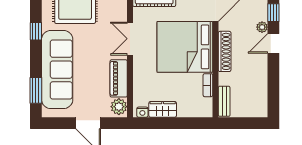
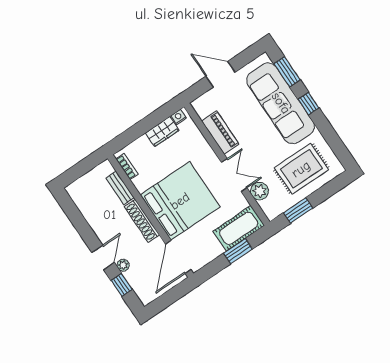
window: (36, 31) -> (309, 104), moved
bookcase: (208, 85) -> (127, 167), moved
bench: (224, 101) -> (120, 188), moved
plant: (119, 107) -> (260, 191), moved

